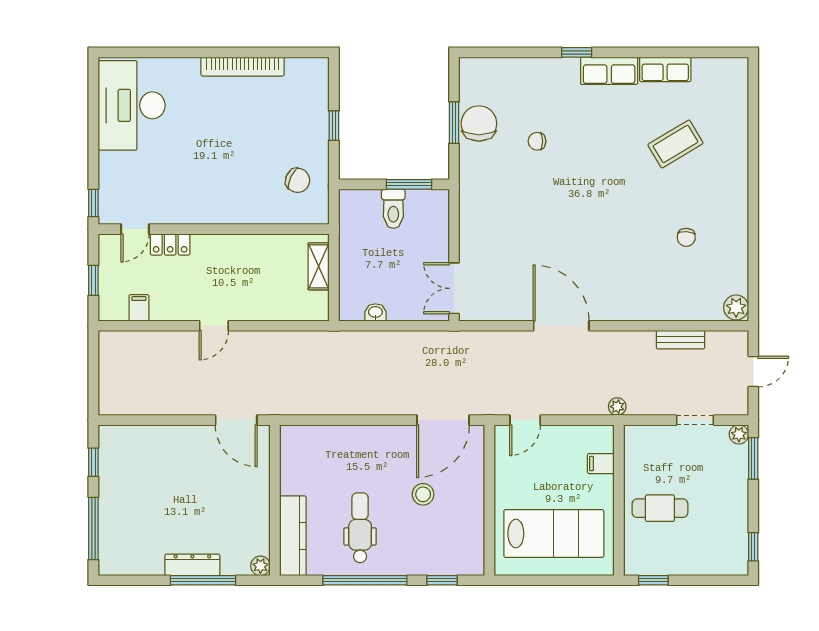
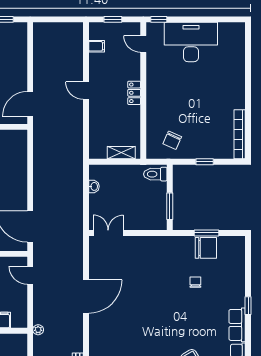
bookcase: (243, 67) -> (240, 134), moved
desk: (132, 105) -> (191, 42), moved
toilet: (393, 209) -> (155, 174), moved
locker: (170, 244) -> (134, 93), moved

